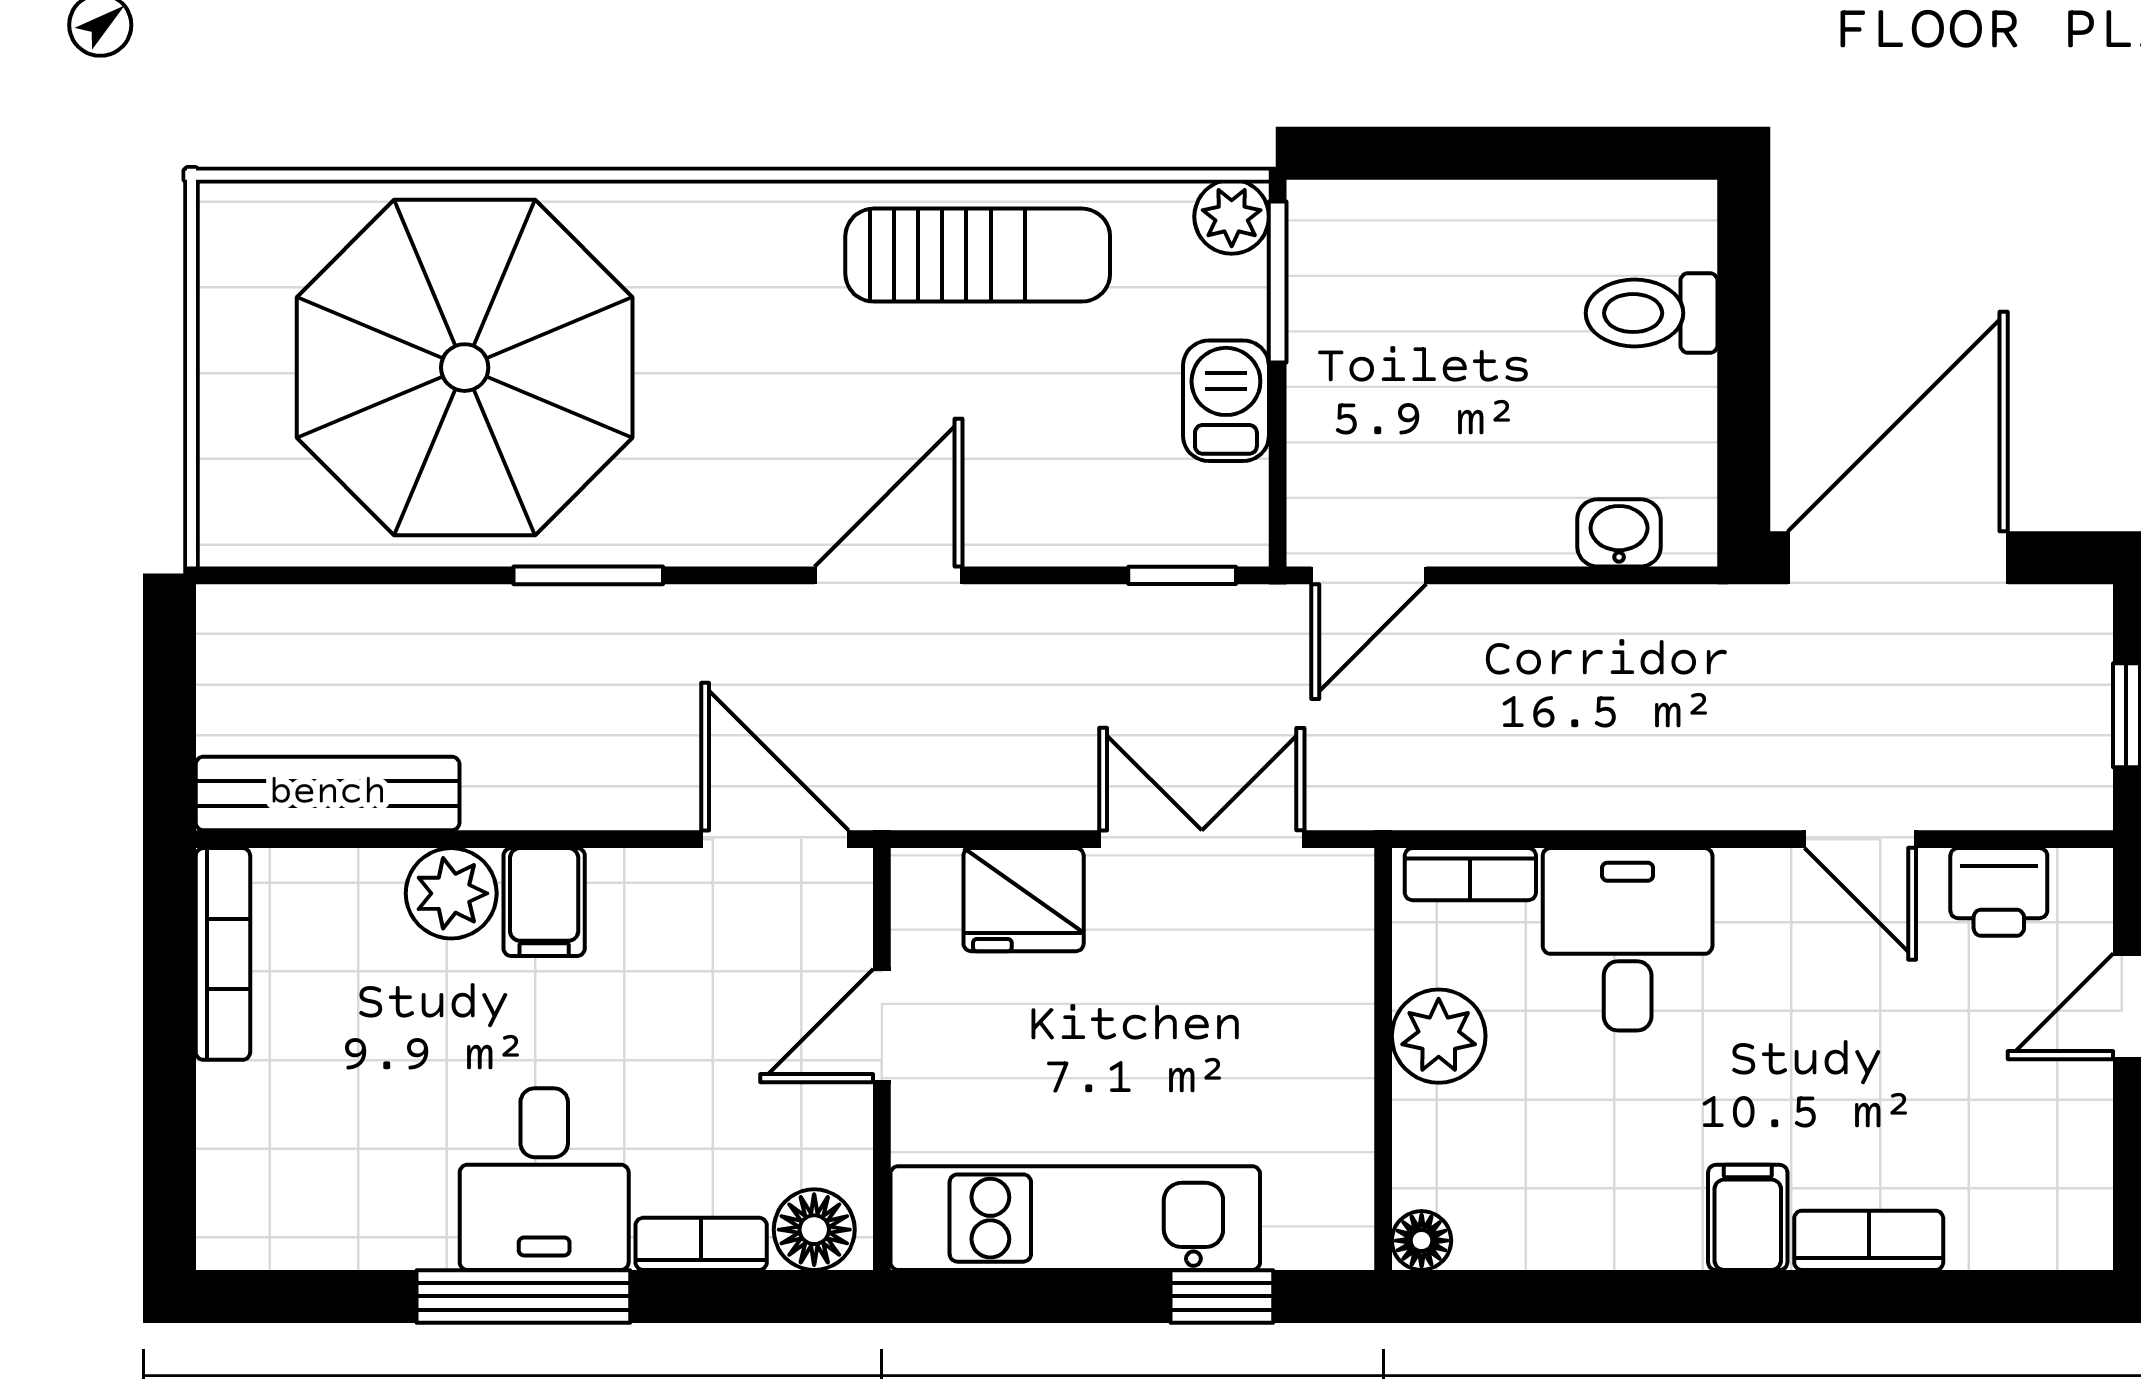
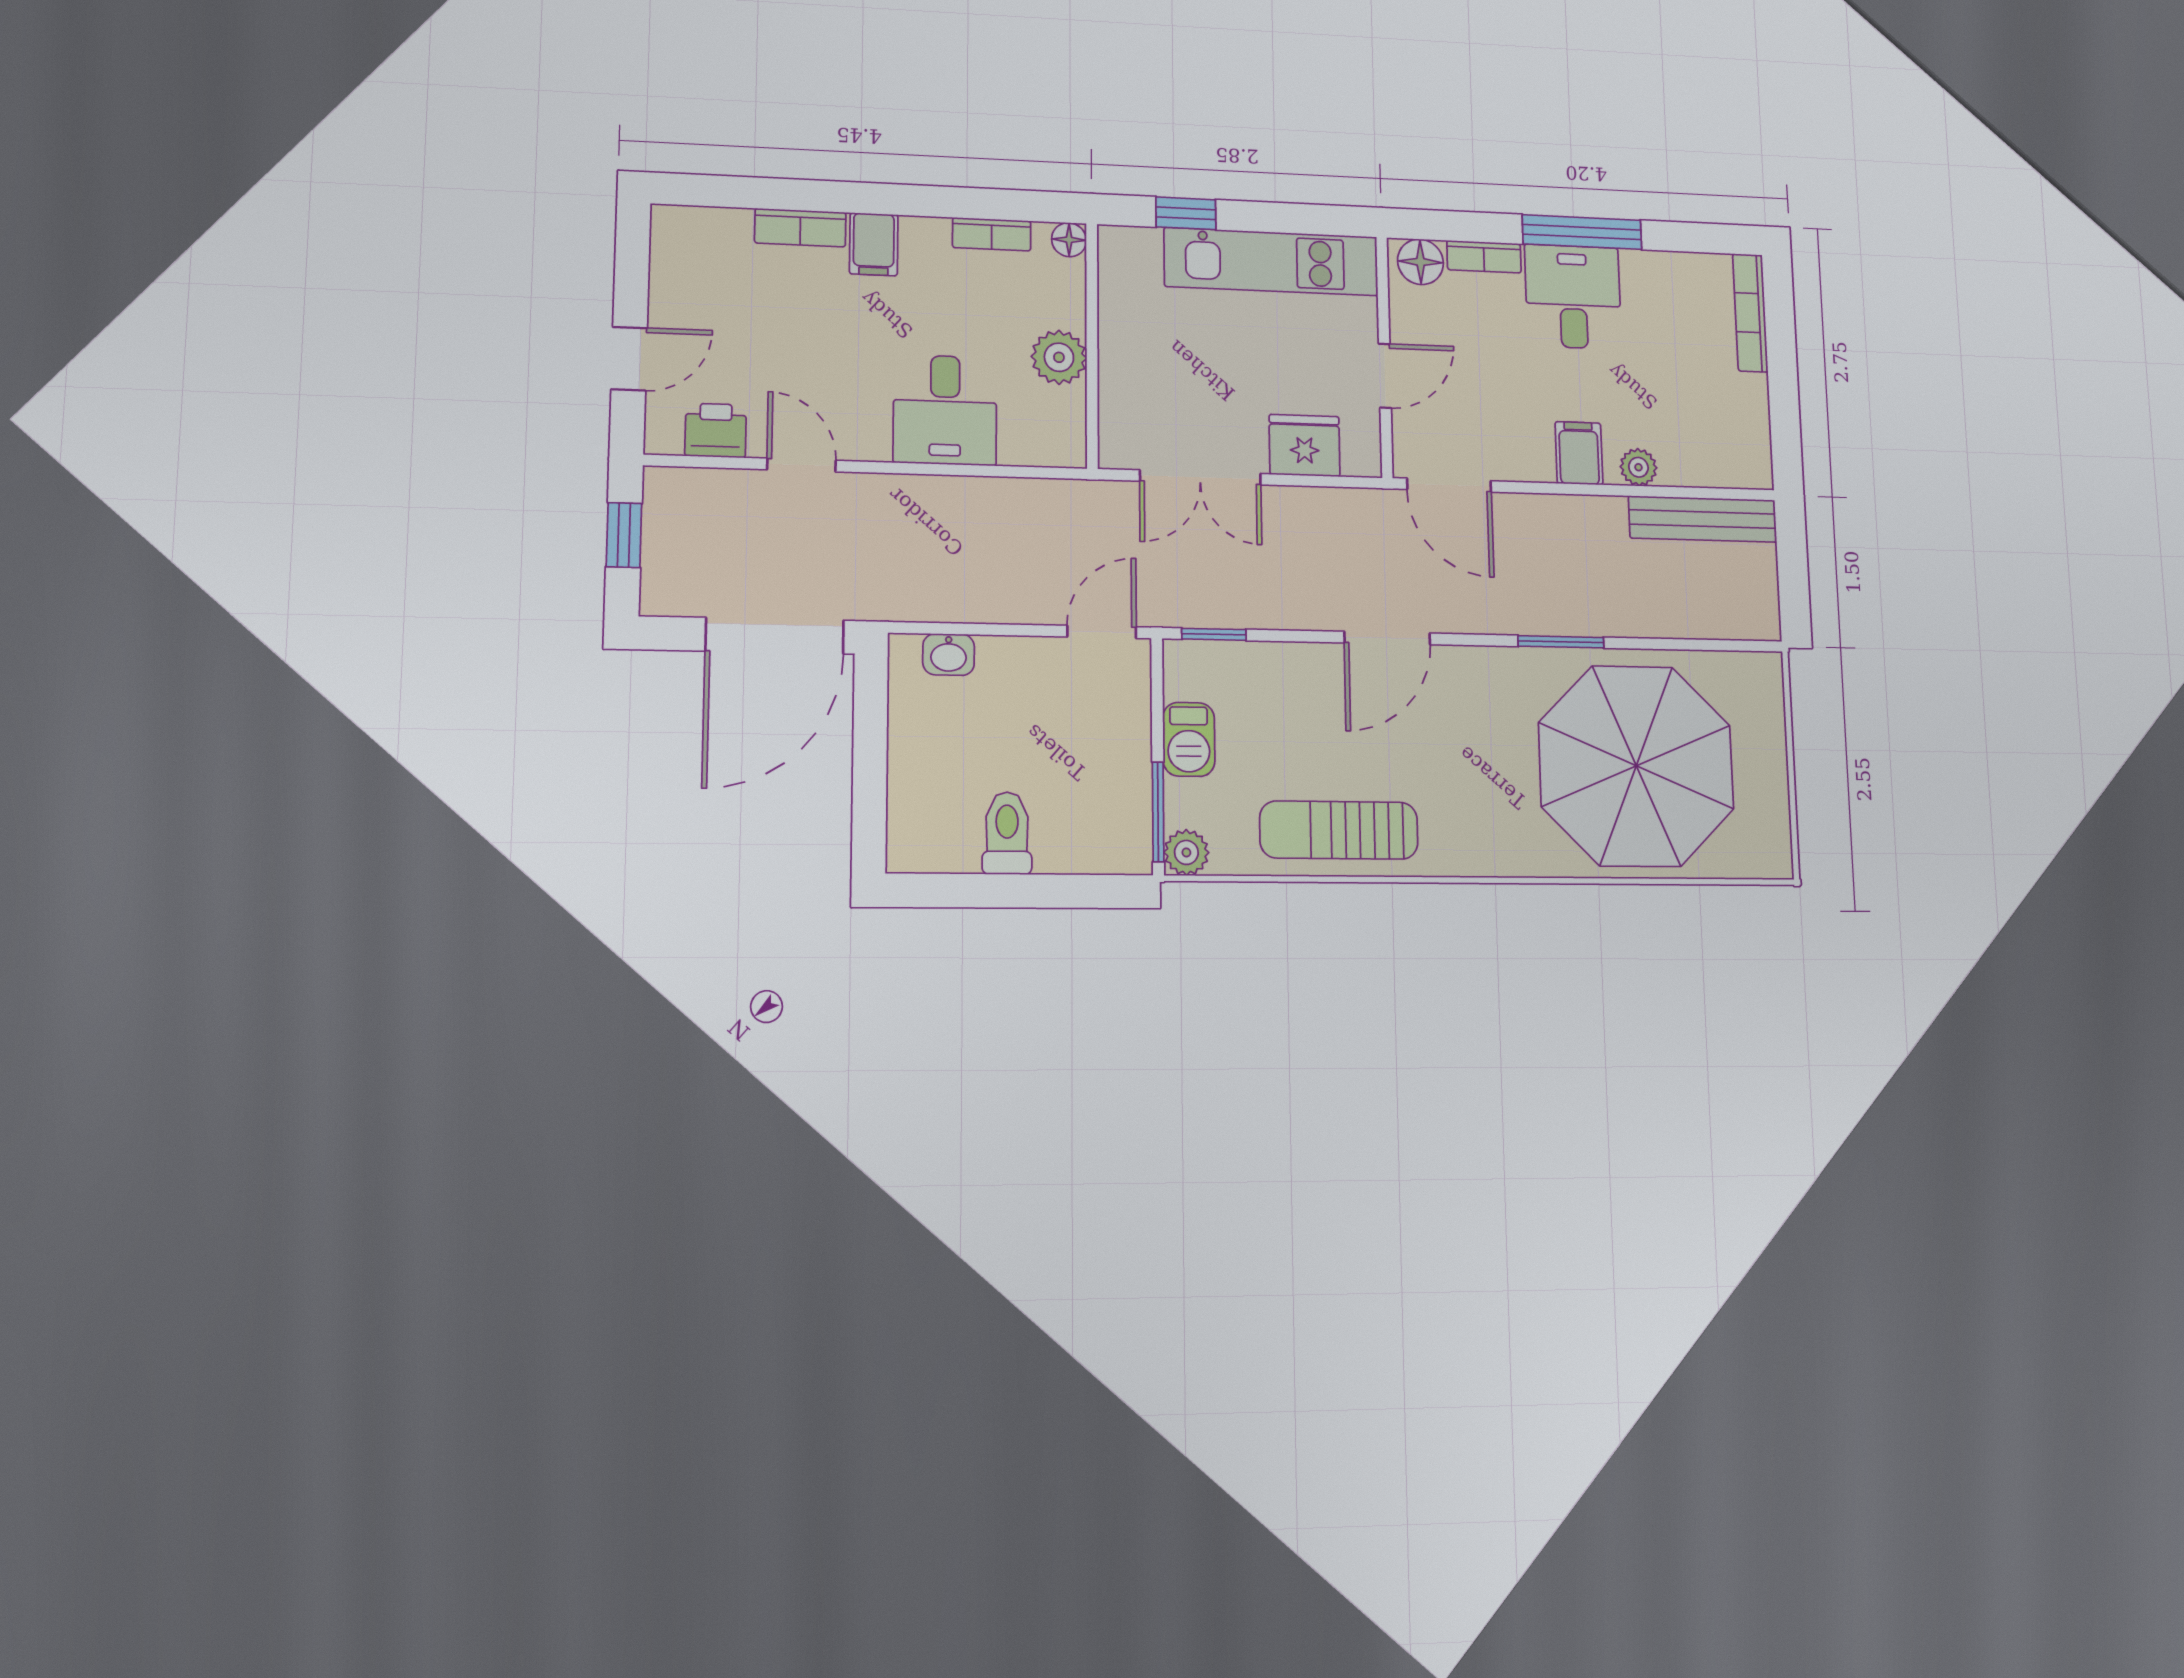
toilet: (1652, 313) -> (1007, 833), moved, turned -90
bookcase: (1470, 874) -> (992, 234), moved, turned 180
plant: (451, 893) -> (1638, 467), width x0.73, depth x0.73
bookcase: (223, 954) -> (1750, 313), moved

